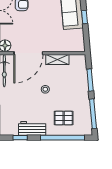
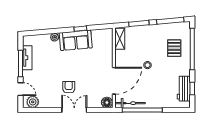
door: (28, 53) -> (114, 81), hinge flipped
shelving: (57, 59) -> (120, 39), moved
workbench: (32, 128) -> (184, 89), moved

